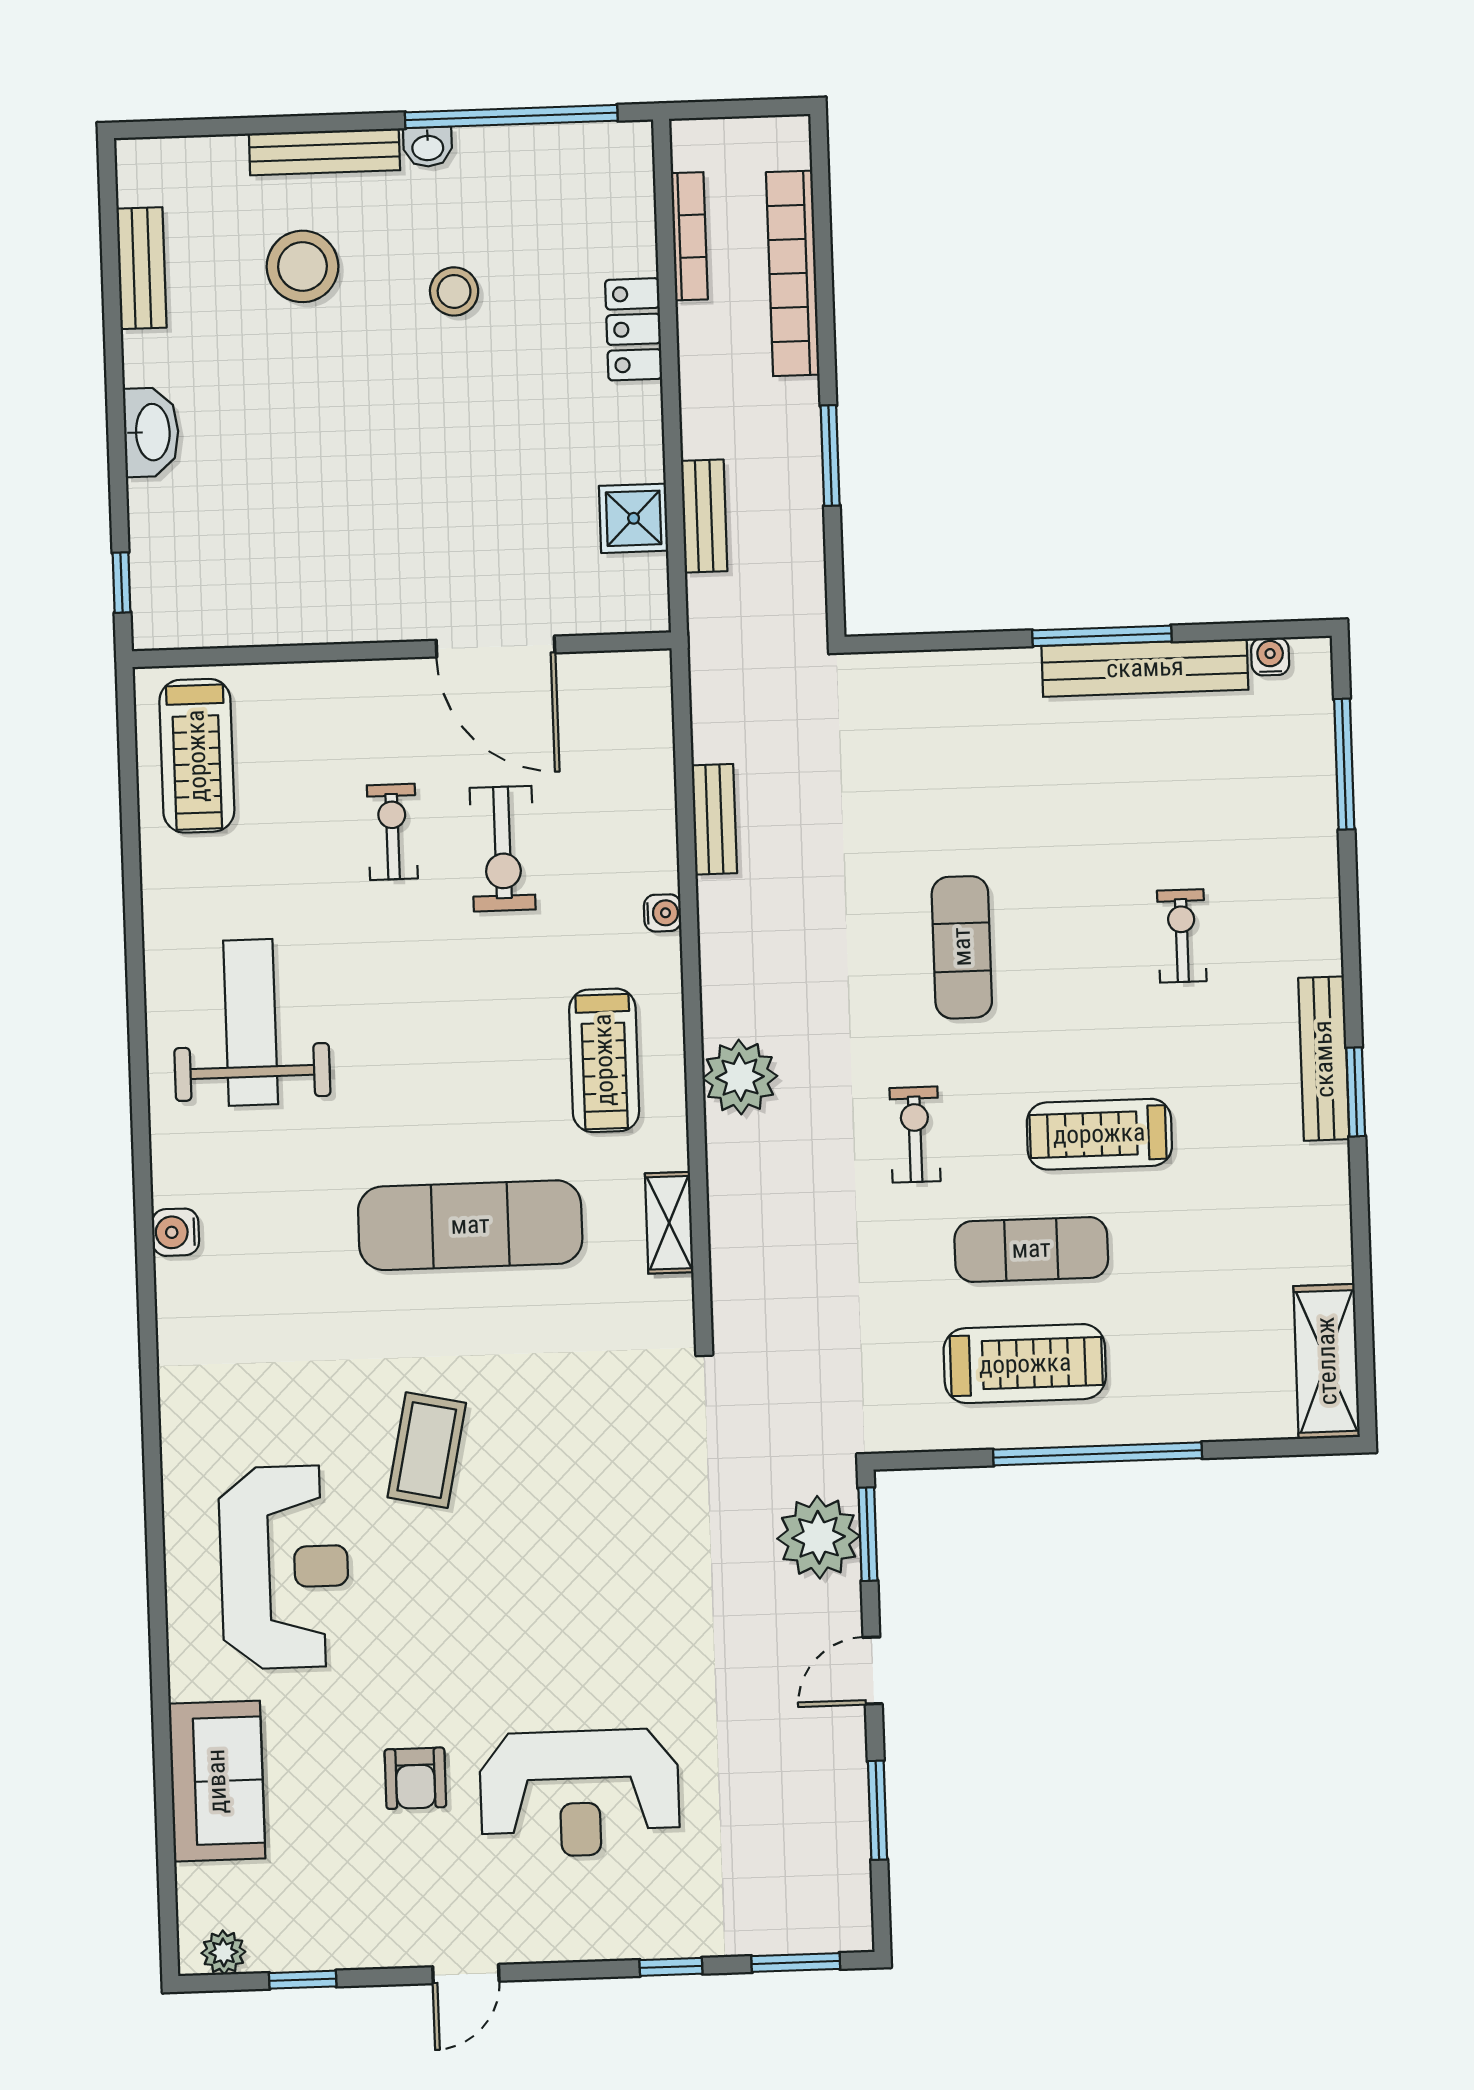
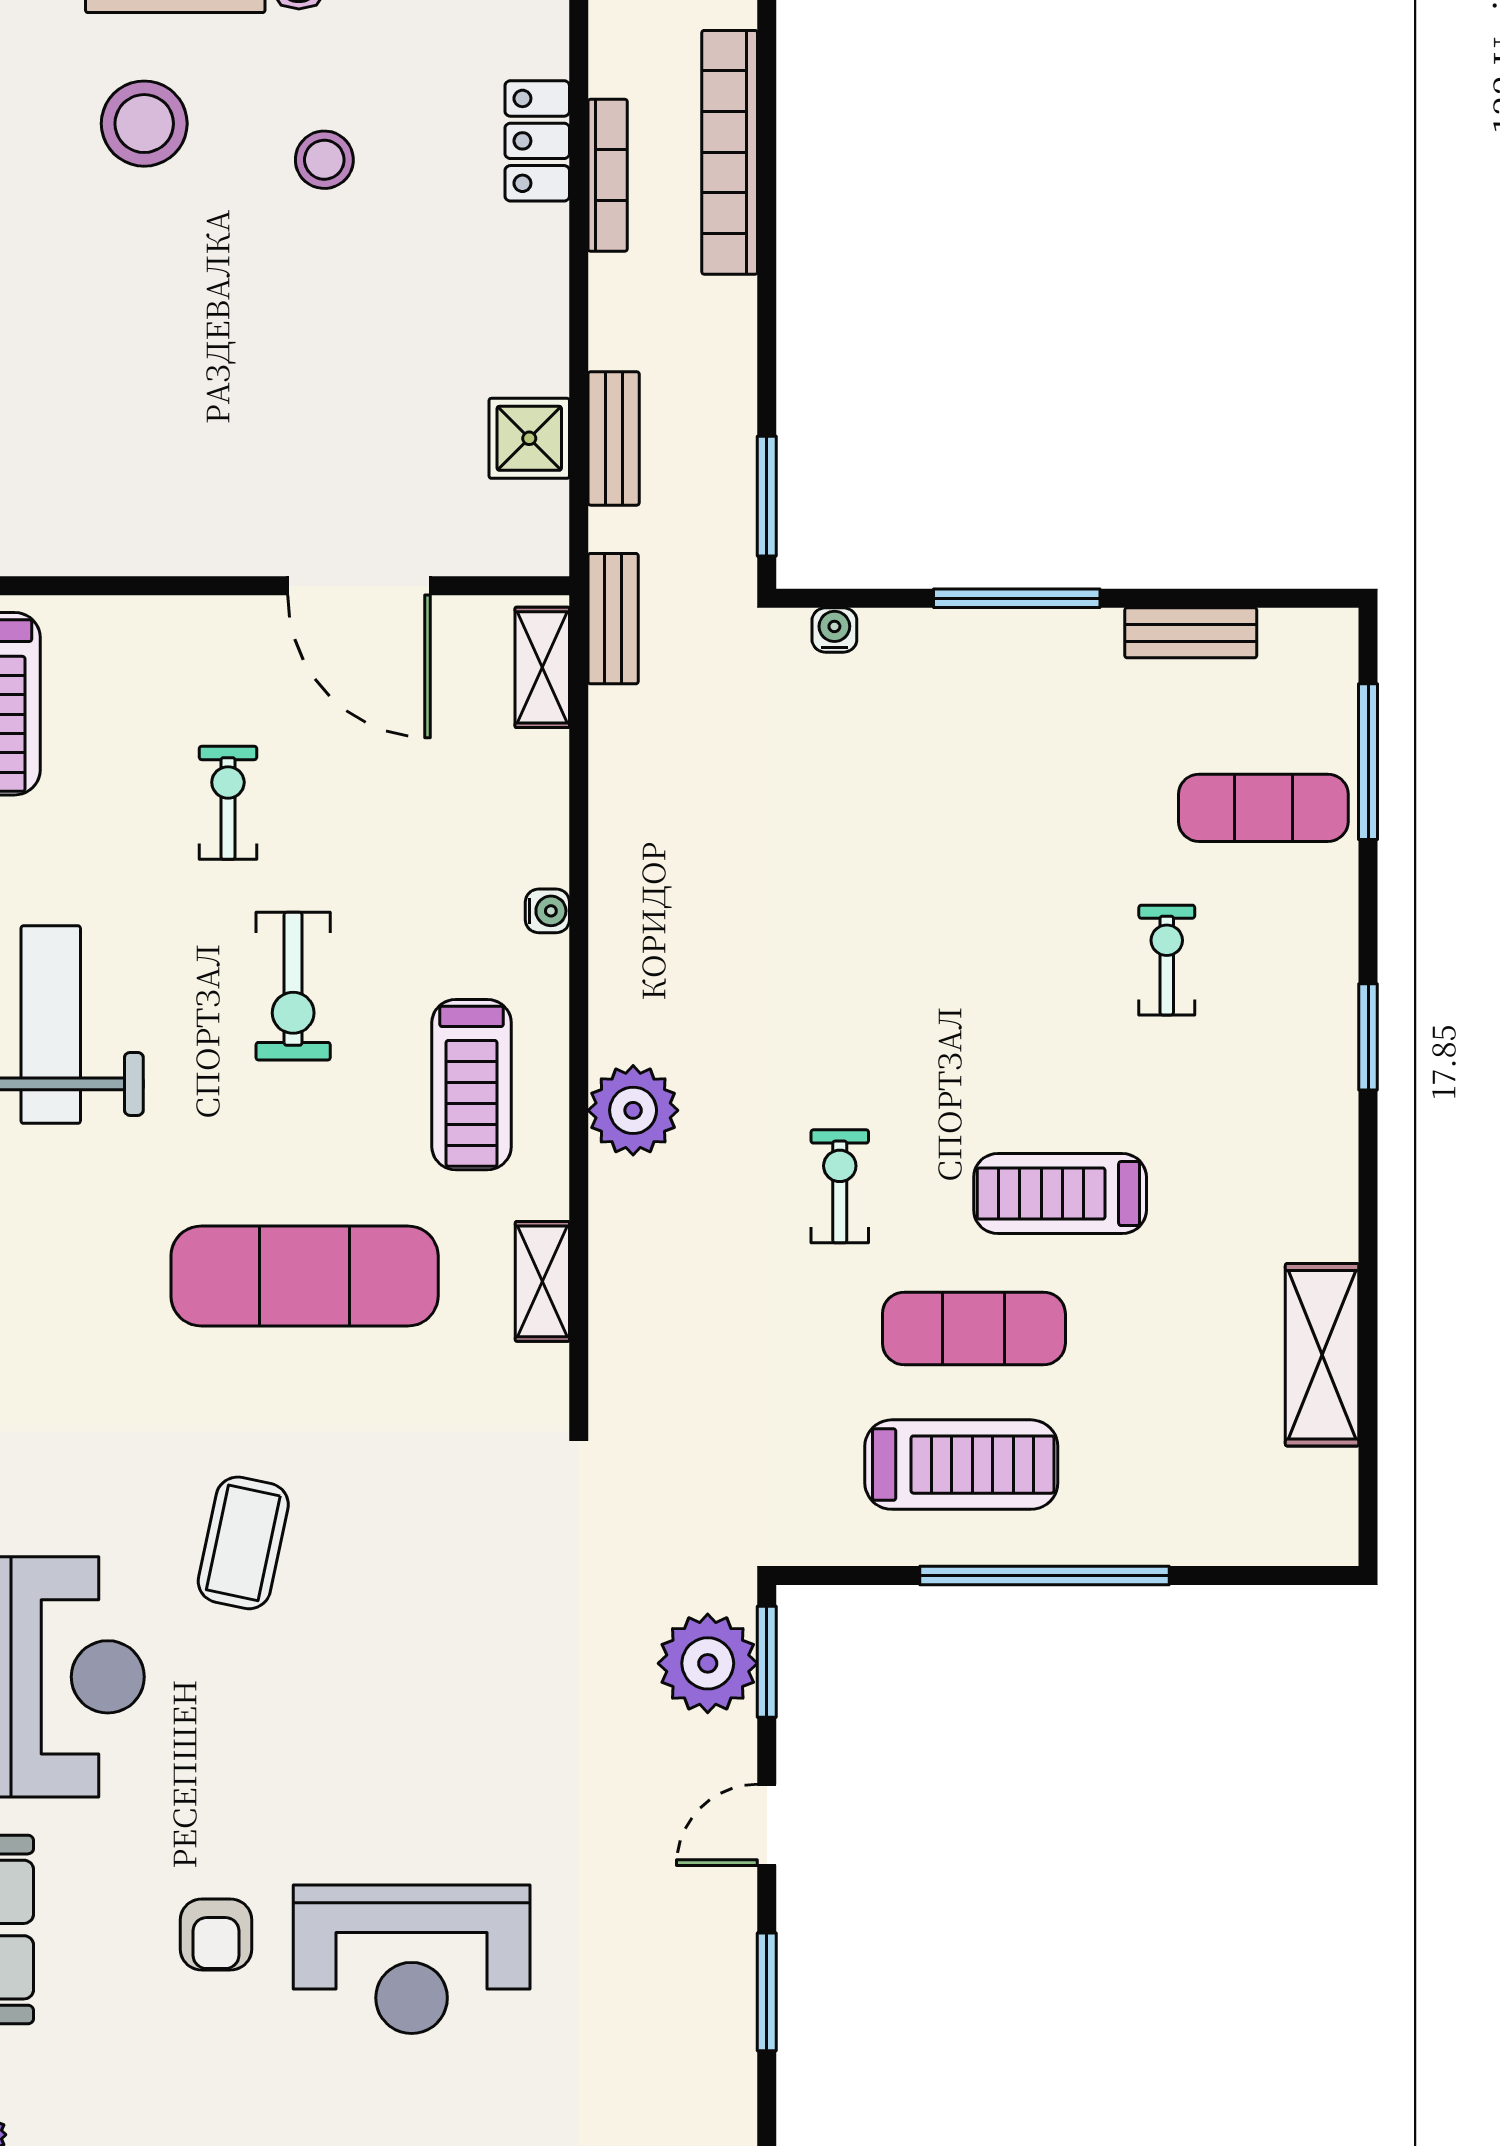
bookcase: (689, 236) -> (608, 175), moved
locker: (634, 329) -> (537, 141), moved
window: (830, 456) -> (767, 496), moved
window: (1102, 636) -> (1017, 598), moved
water cooler: (1270, 657) -> (834, 630), moved
bench: (1145, 668) -> (1191, 633), width x0.54, depth x0.82
shelving: (651, 709) -> (542, 667), added
bench: (714, 819) -> (613, 619), moved
exercise bike: (503, 849) -> (293, 986), moved
exercise mat: (962, 947) -> (1263, 808), moved, turned 90
bench: (1324, 1059) -> (1331, 1113), removed
window: (1356, 1092) -> (1368, 1037), moved
shelving: (1327, 1361) -> (1322, 1355), moved

